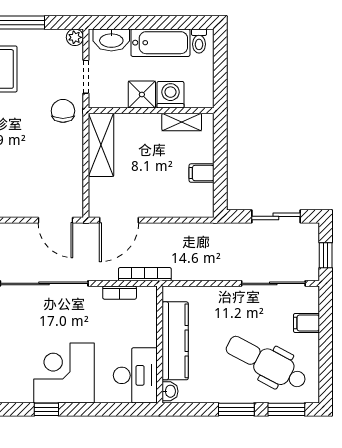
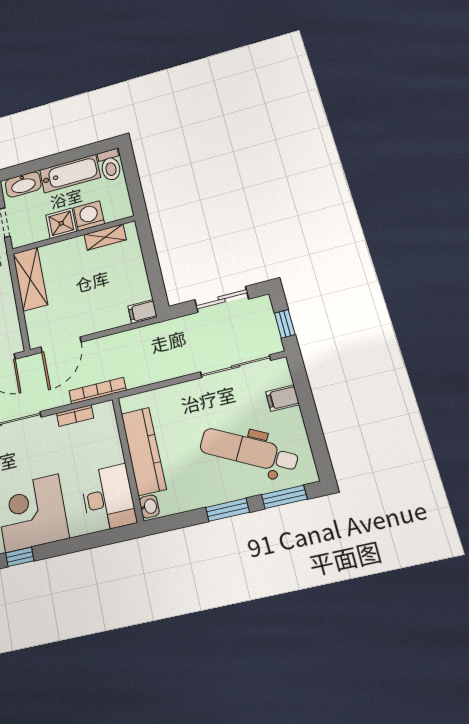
toilet: (199, 41) -> (110, 165), width x1.37, depth x1.39
filing cabinet: (202, 173) -> (142, 311), moved

